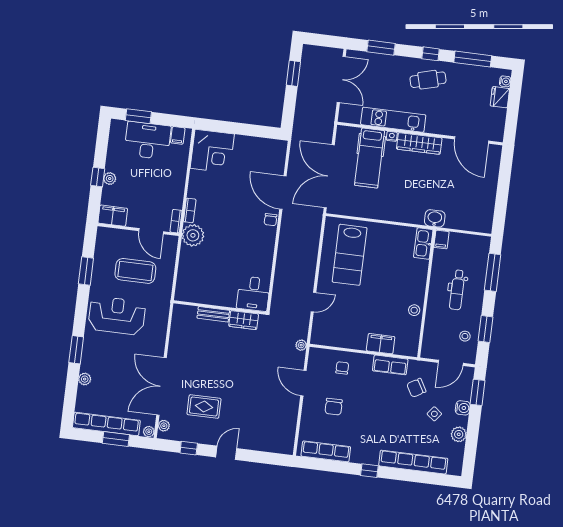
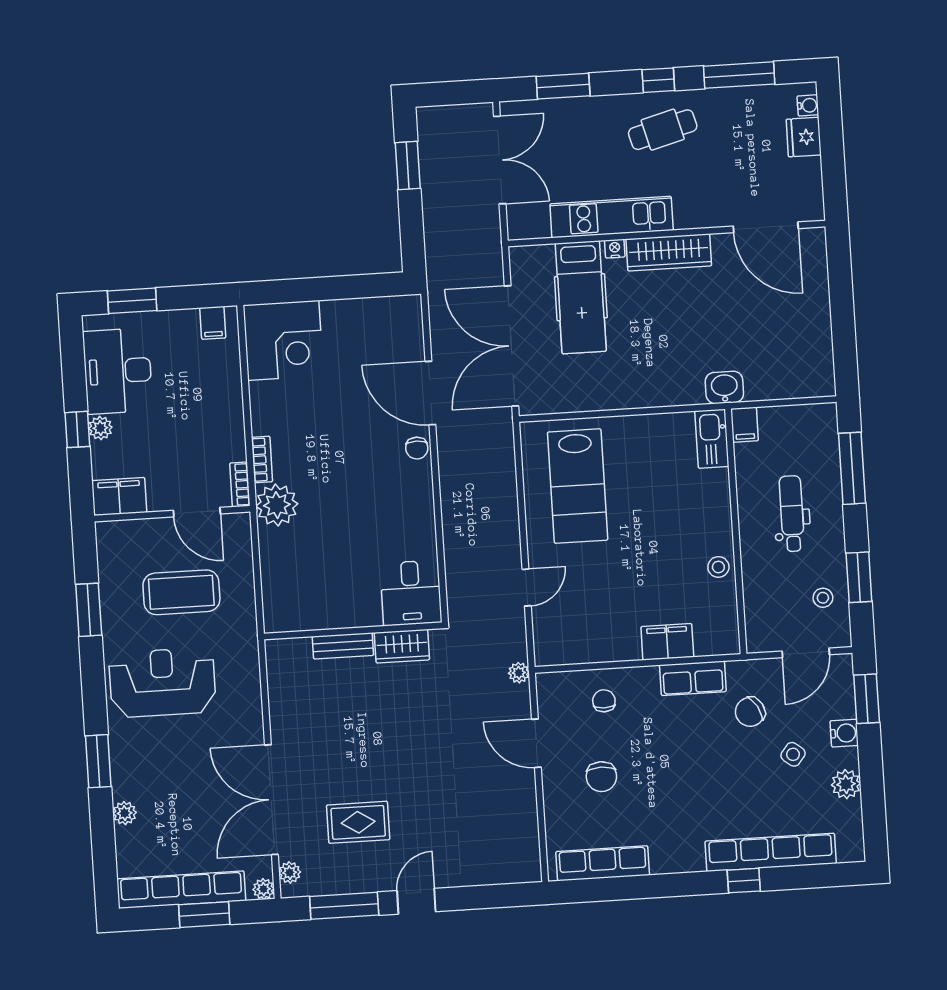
desk: (148, 140) -> (118, 371), moved, turned -90
dental chair: (457, 290) -> (792, 514), turned 180
window: (189, 448) -> (344, 906), width x2.17
window: (369, 471) -> (744, 881), moved

